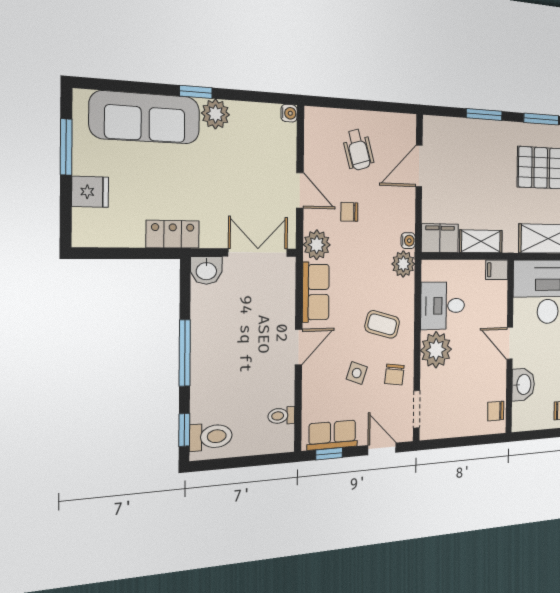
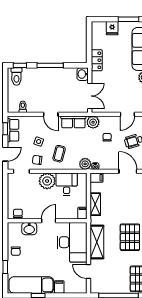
door: (300, 190) -> (127, 114), moved
filing cabinet: (440, 238) -> (97, 178), width x0.50

